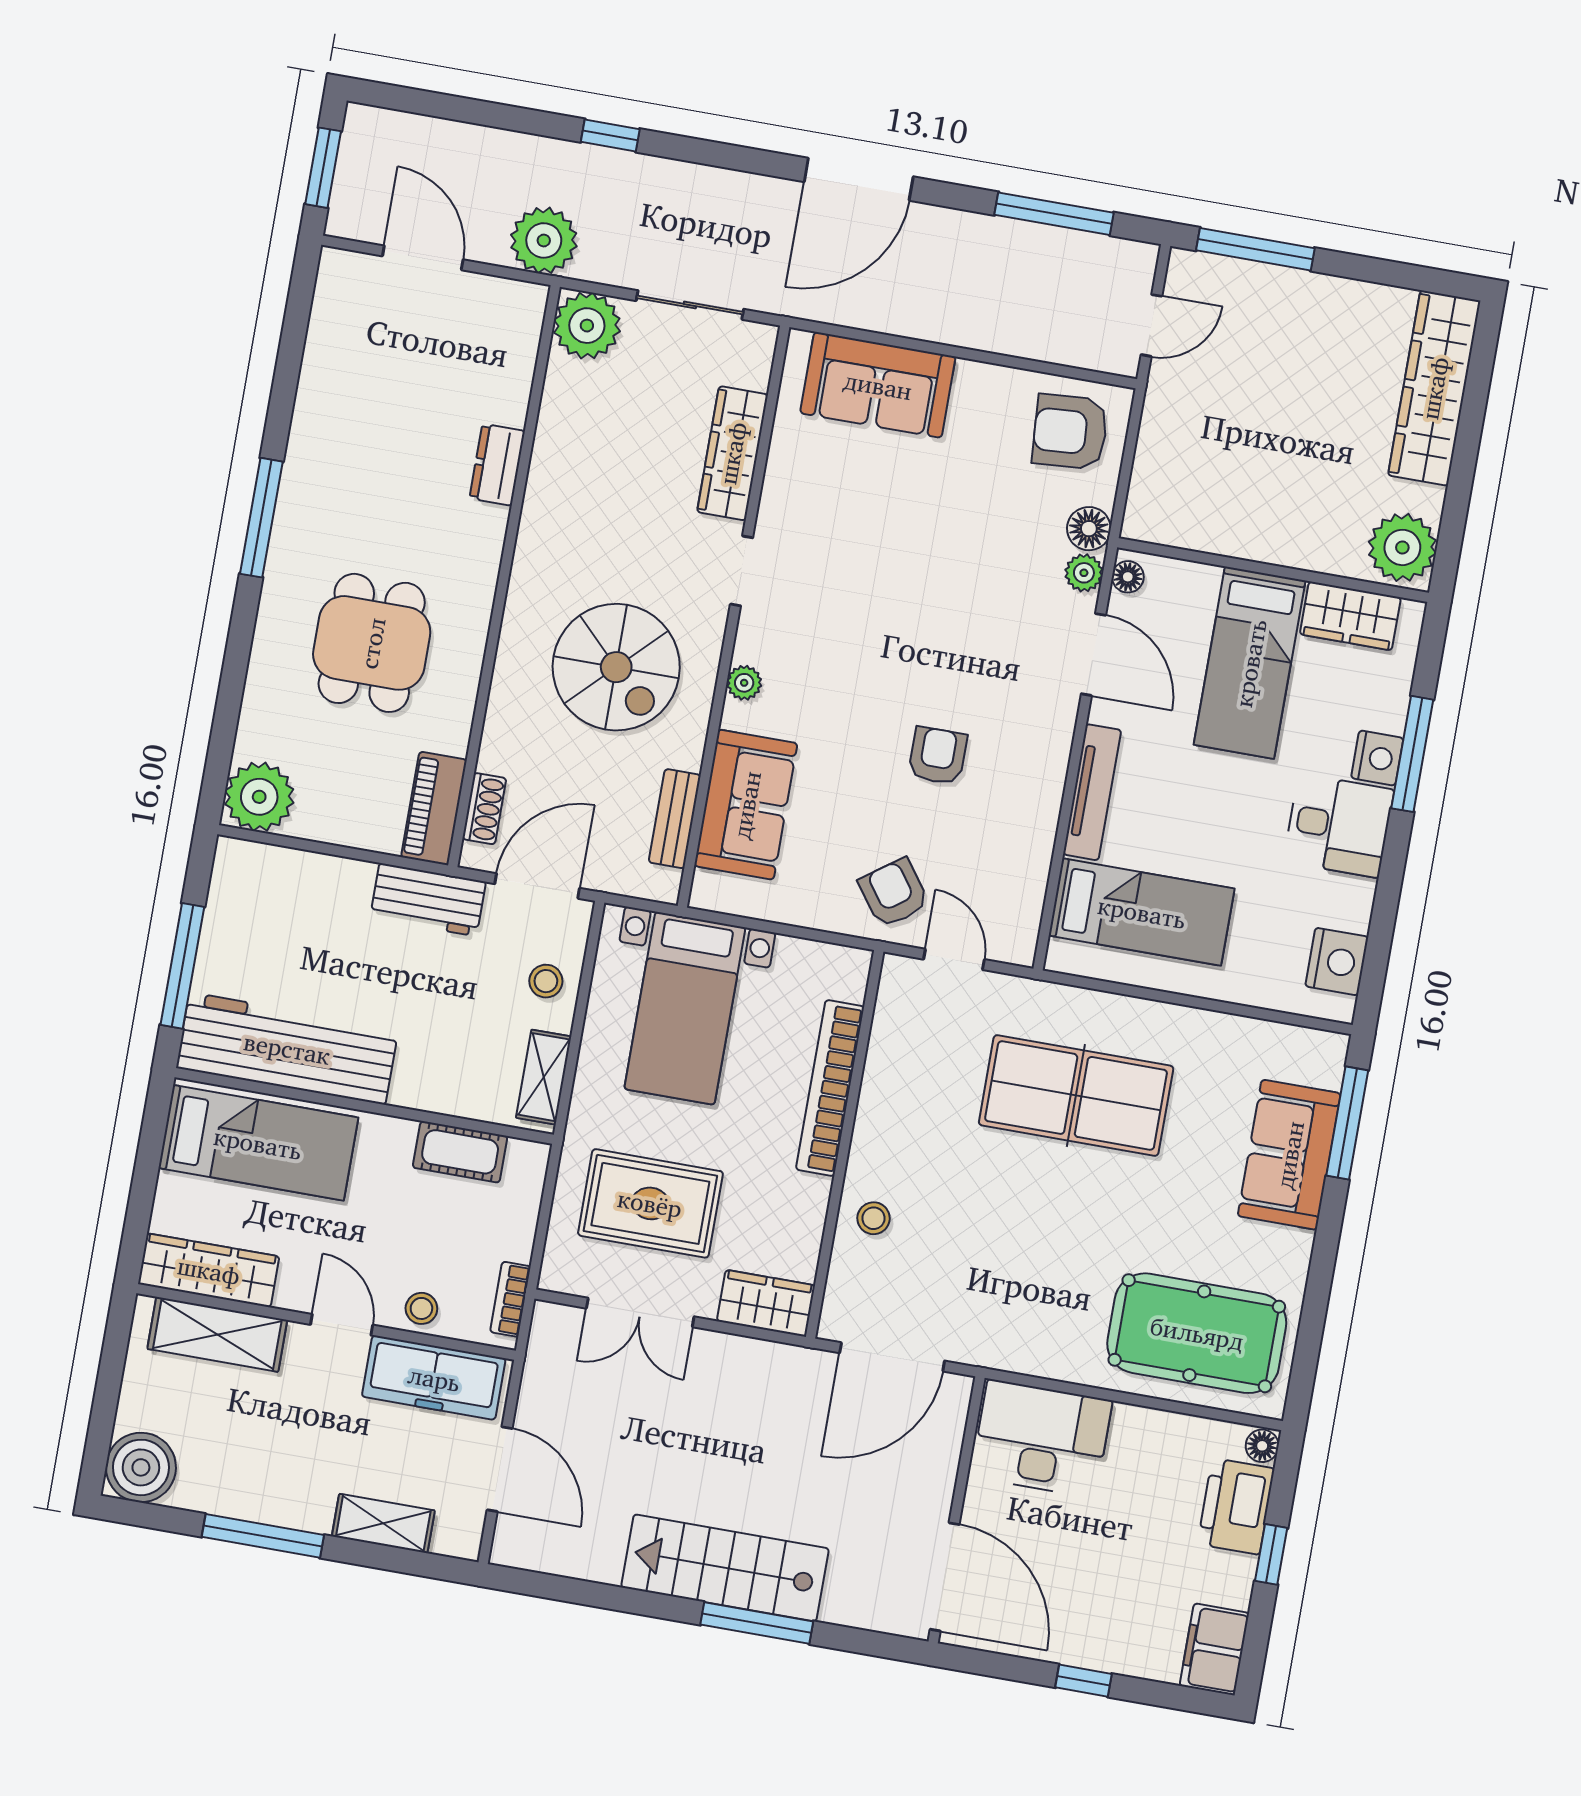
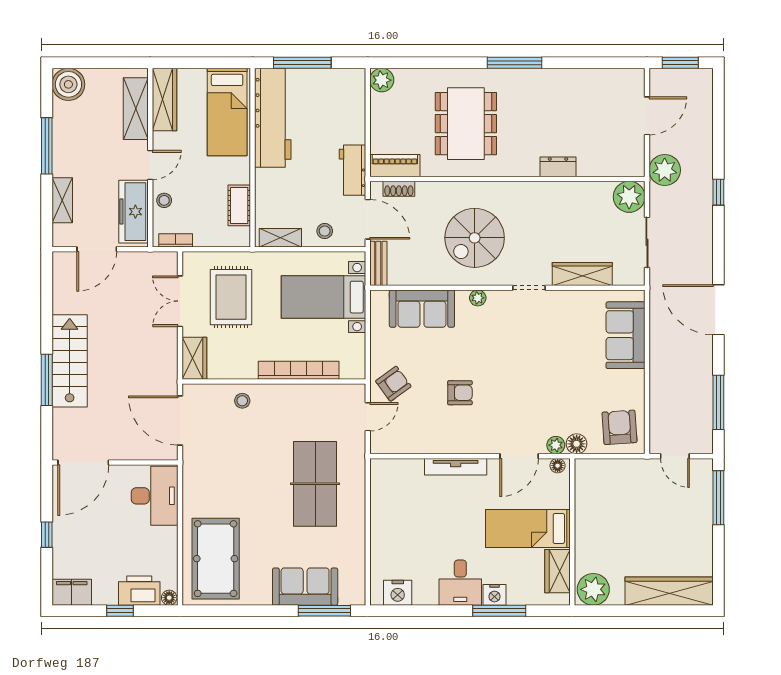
dining table: (372, 643) -> (466, 124), width x1.38
plant: (259, 797) -> (382, 80), width x0.73, depth x0.73
bench: (675, 819) -> (378, 263), moved, turned 90
bed: (1142, 912) -> (405, 499), removed

